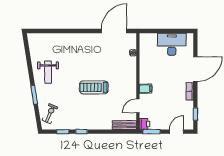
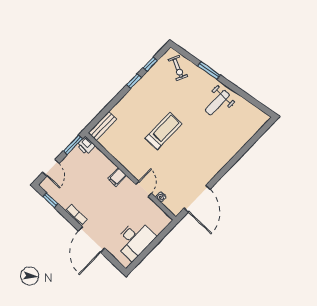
weight bench: (48, 72) -> (217, 103), turned -90
door: (138, 106) -> (143, 189), moved

